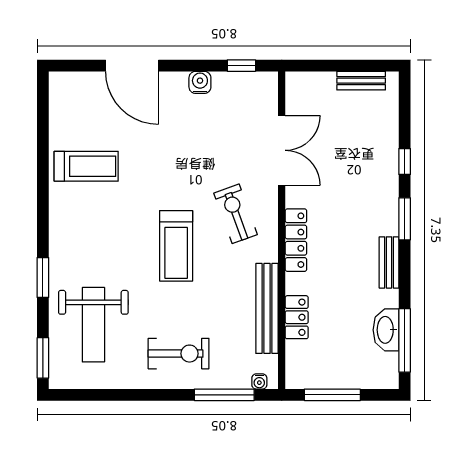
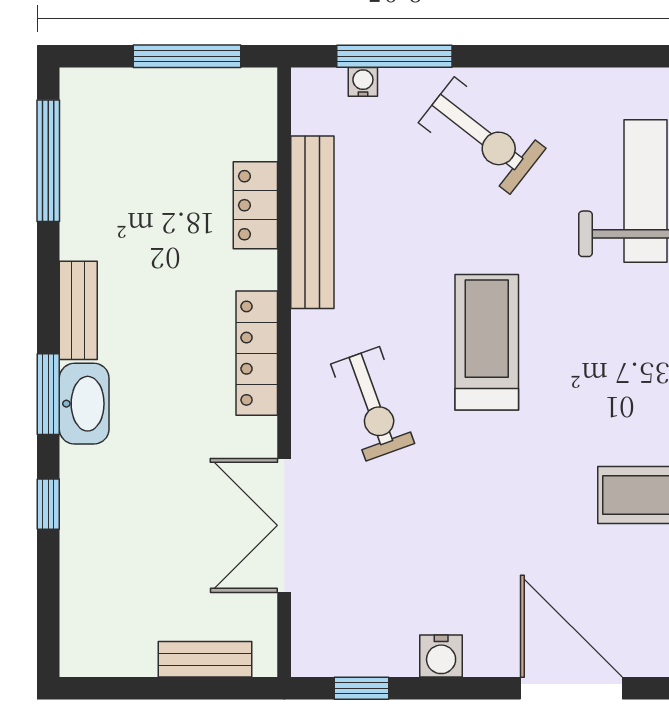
bench: (361, 81) -> (205, 659), moved
washbasin: (386, 330) -> (84, 404), moved
exercise bike: (179, 354) -> (482, 135), turned -142
water cooler: (259, 381) -> (363, 82), moved

